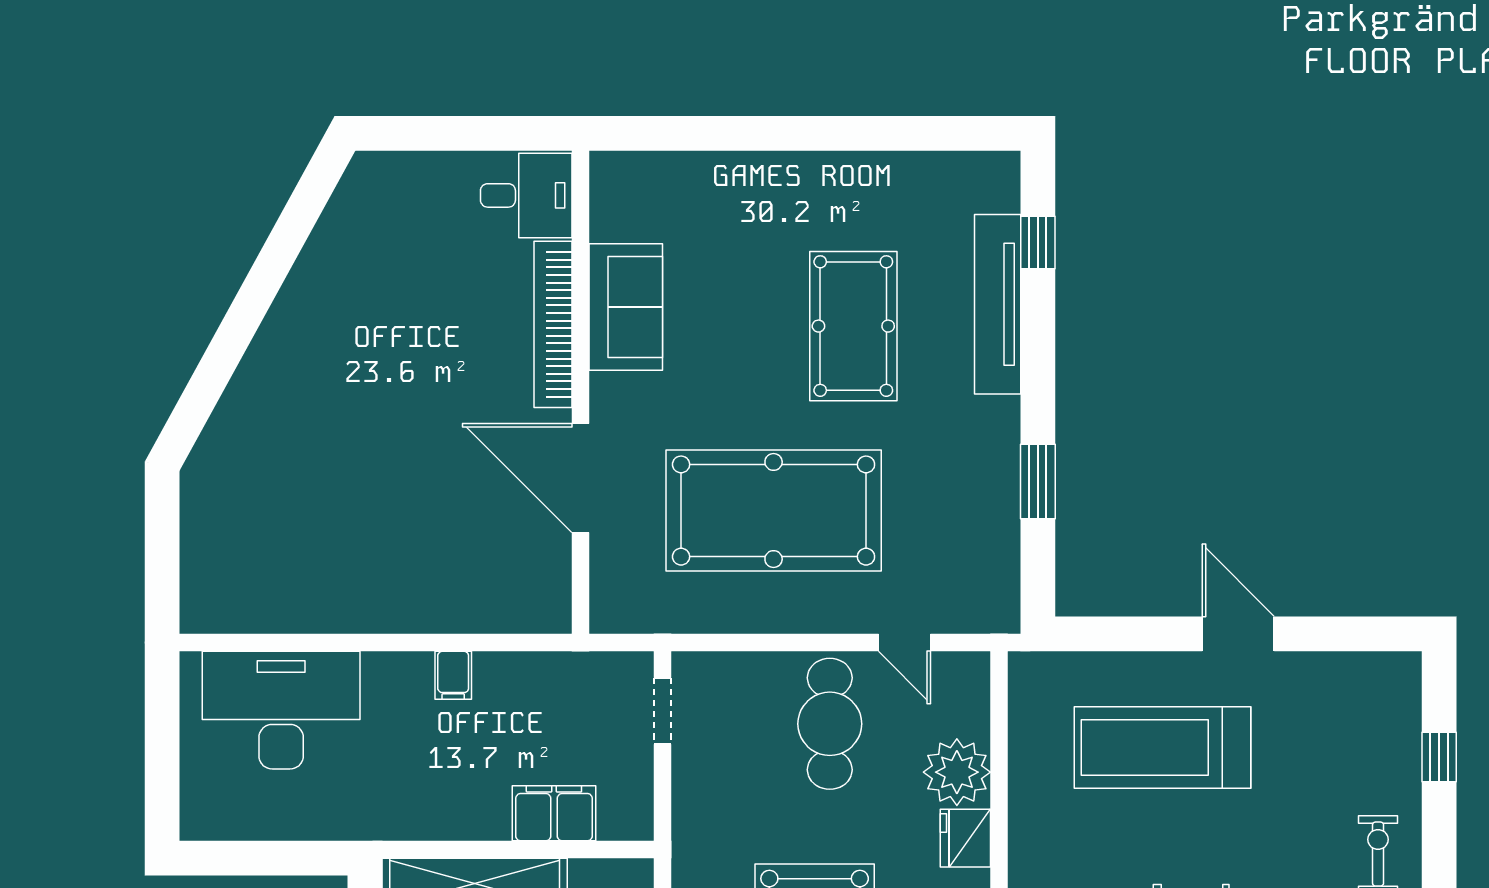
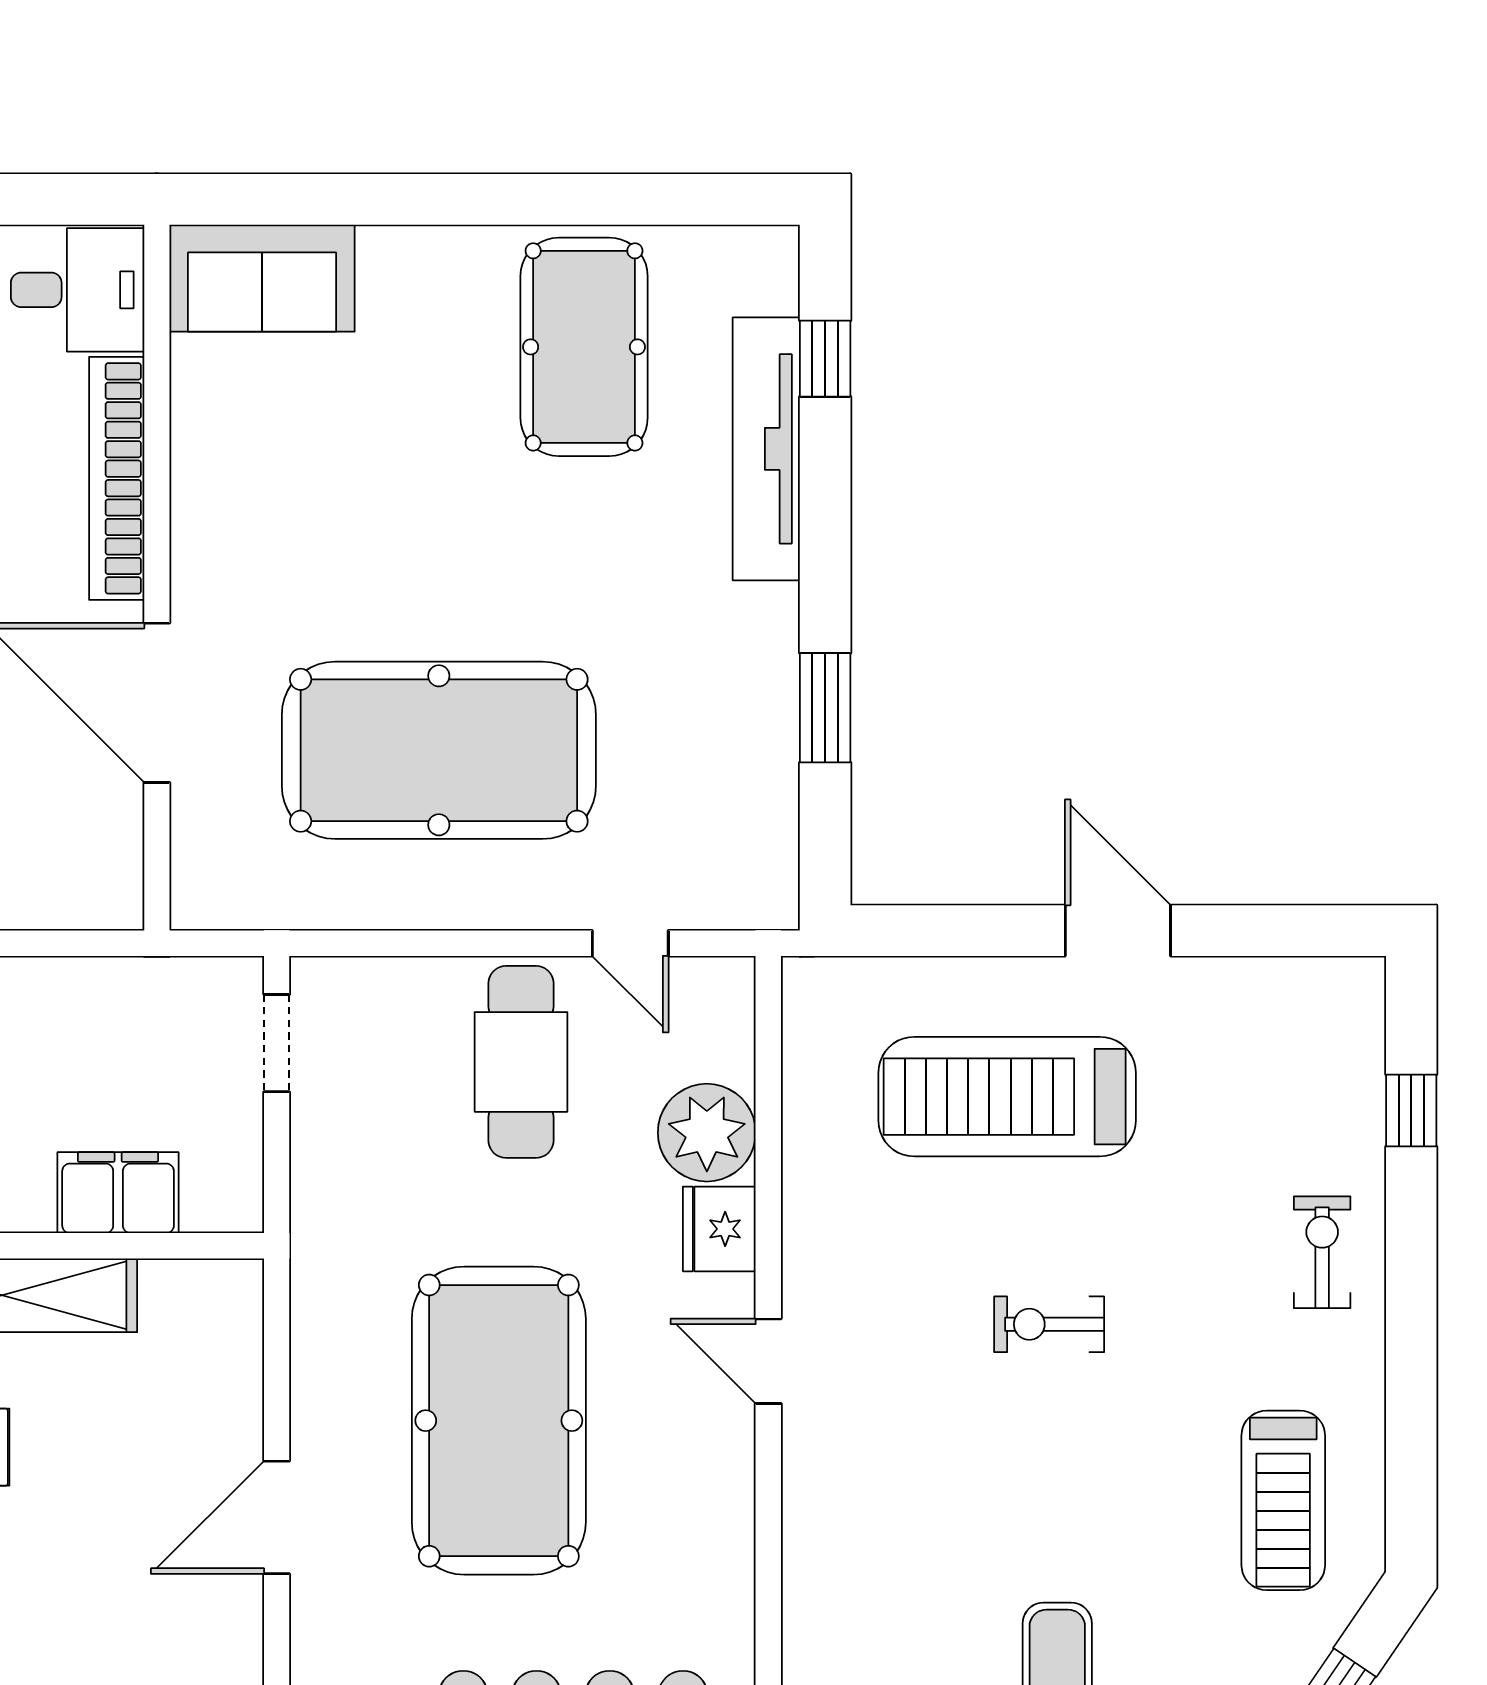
sofa: (626, 307) -> (262, 278), moved, turned 90
pool table: (853, 326) -> (584, 347), moved

